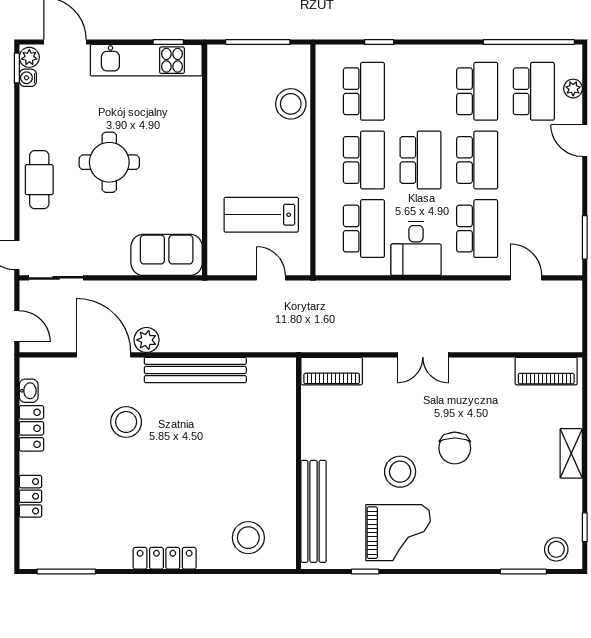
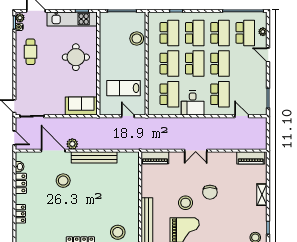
school desk: (421, 91) -> (195, 33), added
round table: (109, 162) -> (76, 57), moved
cafe table: (39, 180) -> (31, 52), moved

